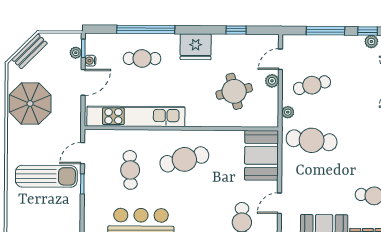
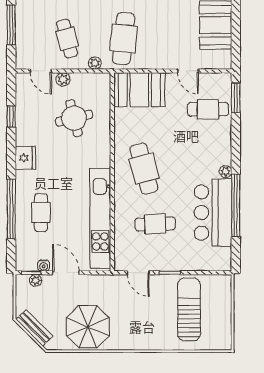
fridge: (196, 47) -> (25, 158), width x0.73, depth x0.75
sun lounger: (46, 176) -> (189, 309), moved

